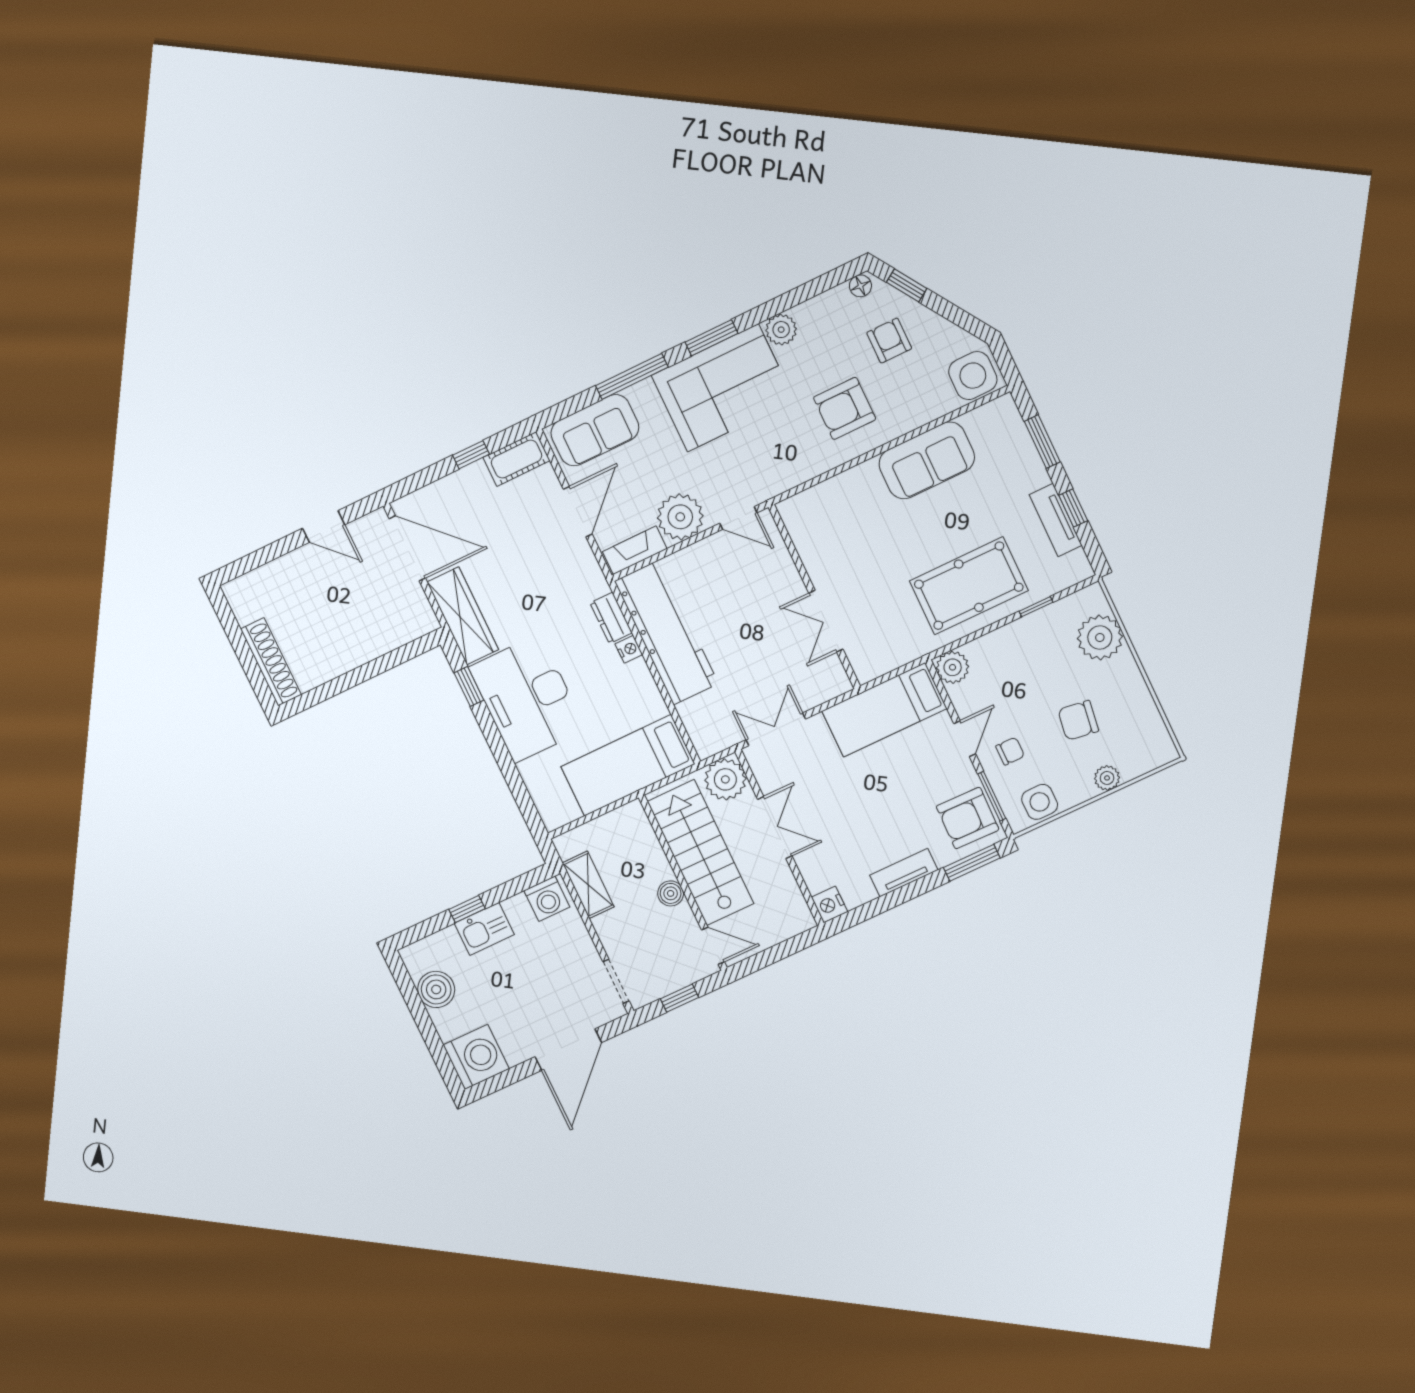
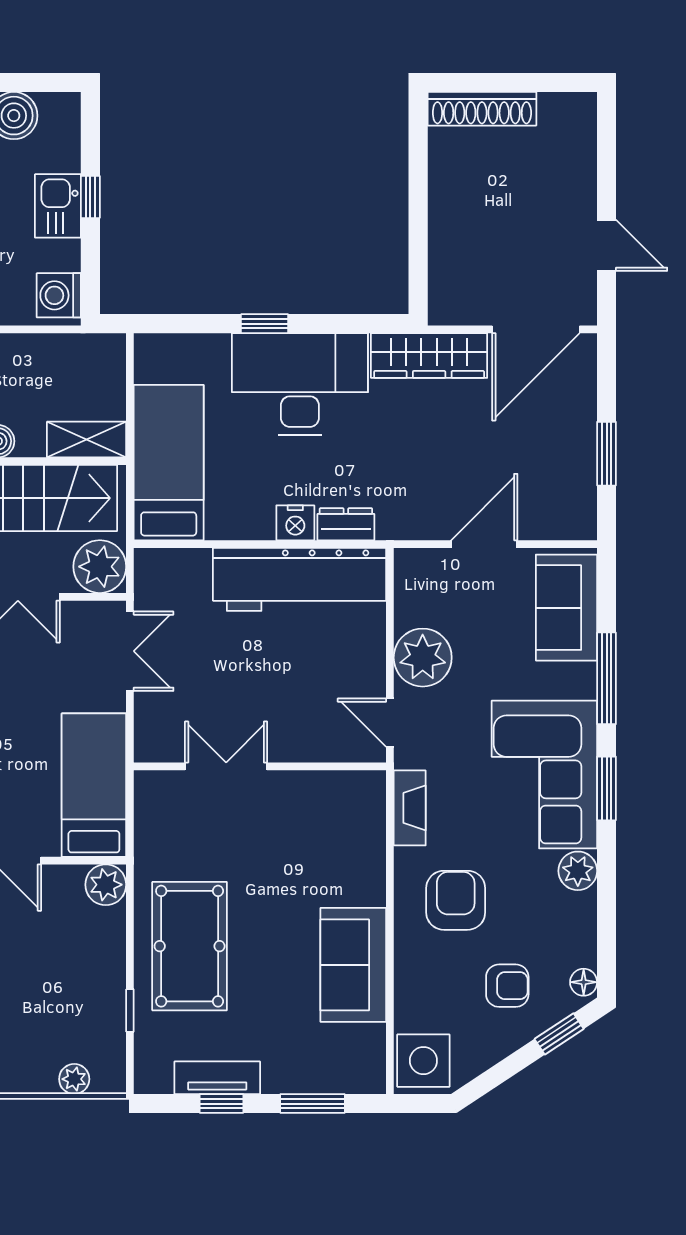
window: (471, 455) -> (607, 454), width x1.50
cot: (516, 459) -> (577, 503), removed
door: (578, 512) -> (484, 544), swing flipped
door: (738, 518) -> (390, 723), hinge flipped
door: (324, 526) -> (607, 245), swing flipped
fireplace: (635, 550) -> (410, 808), moved
plant: (1100, 638) -> (74, 1079), width x0.53, depth x0.53
nightstand: (629, 649) -> (295, 523), width x1.39, depth x1.35
window: (469, 686) -> (265, 324), moved
shelving: (588, 885) -> (87, 440), moved

